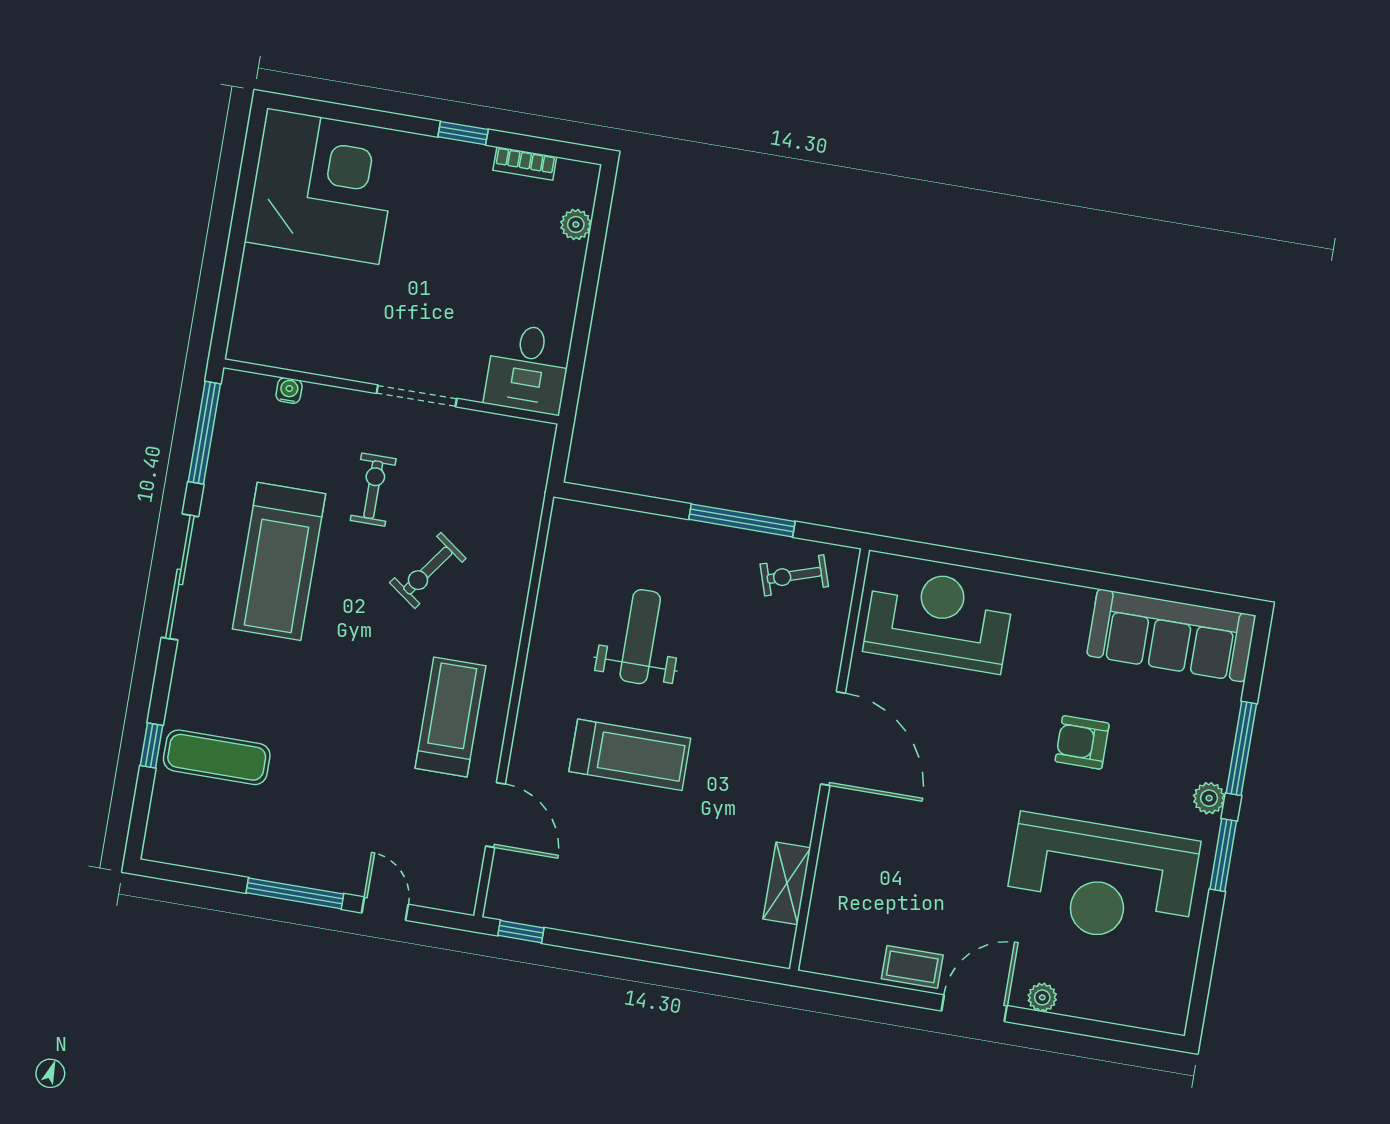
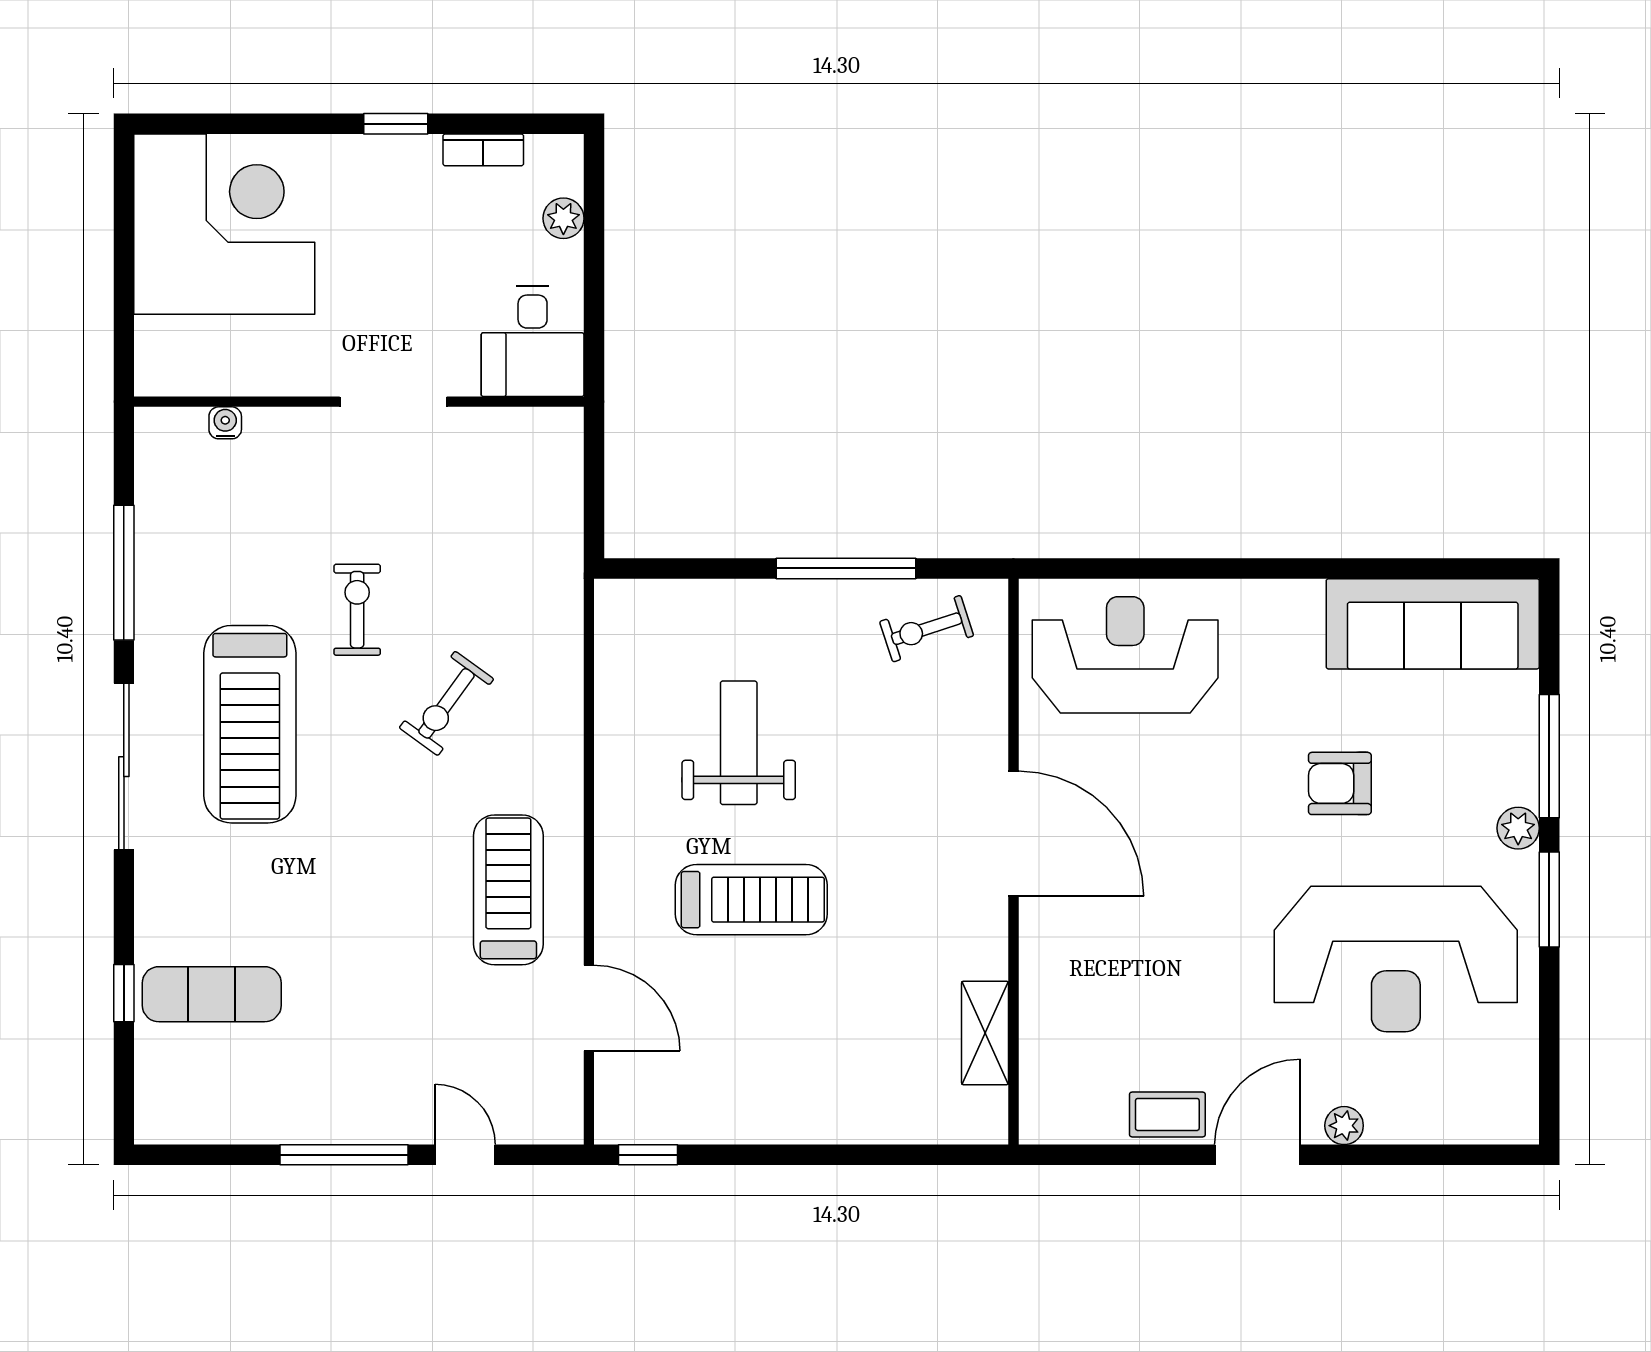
desk: (528, 369) -> (533, 341), moved
water cooler: (289, 390) -> (225, 423), moved
wall: (391, 392) -> (359, 402), moved
doorway: (417, 396) -> (393, 402), moved

